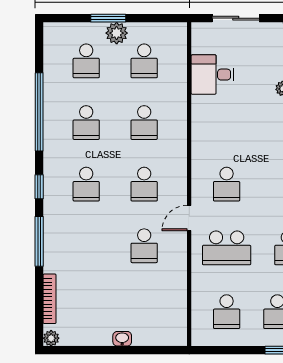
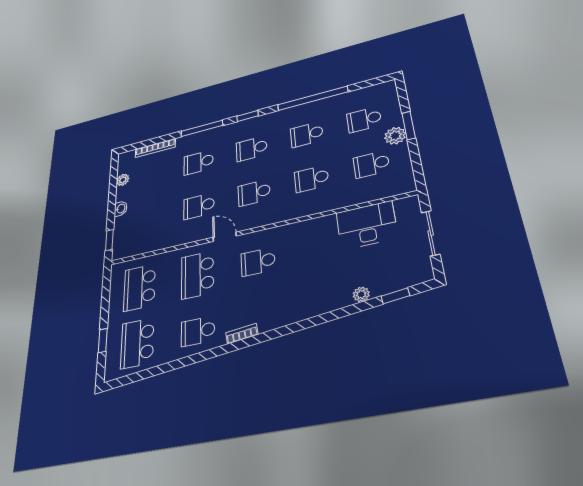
desk: (213, 75) -> (367, 225), width x1.37
school desk: (86, 246) -> (199, 162), added
school desk: (227, 312) -> (140, 288), width x1.85
plant: (51, 338) -> (123, 180), moved
window: (160, 350) -> (109, 240), added

